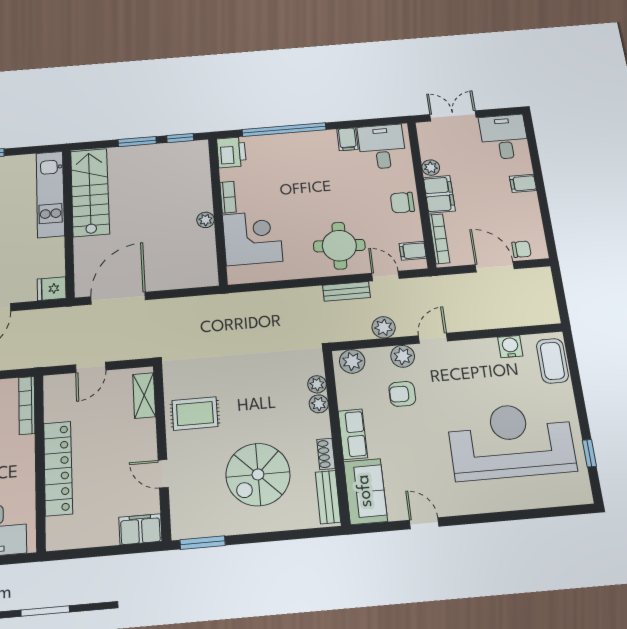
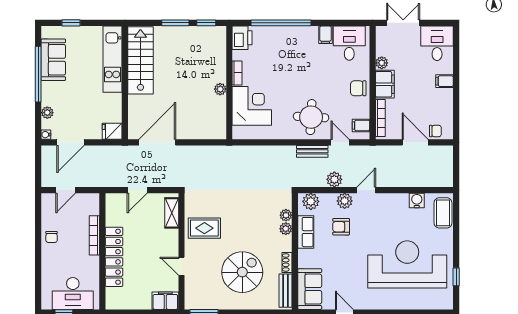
bookcase: (27, 405) -> (94, 235), moved
row of seats: (353, 434) -> (306, 232), moved
spiral stairs: (258, 474) -> (242, 272), turned 180

